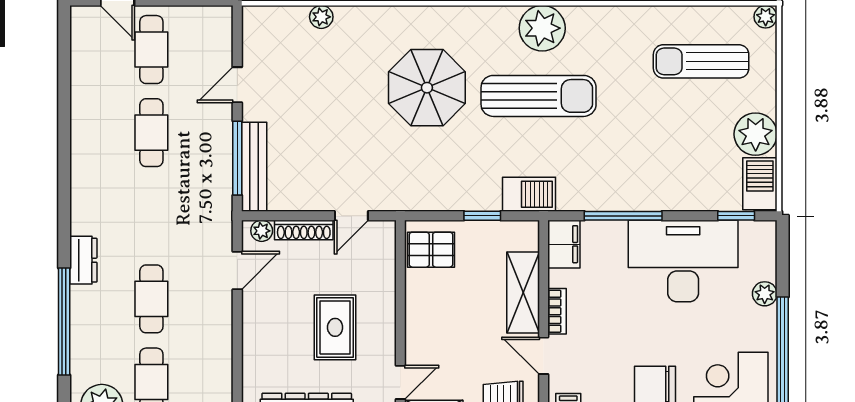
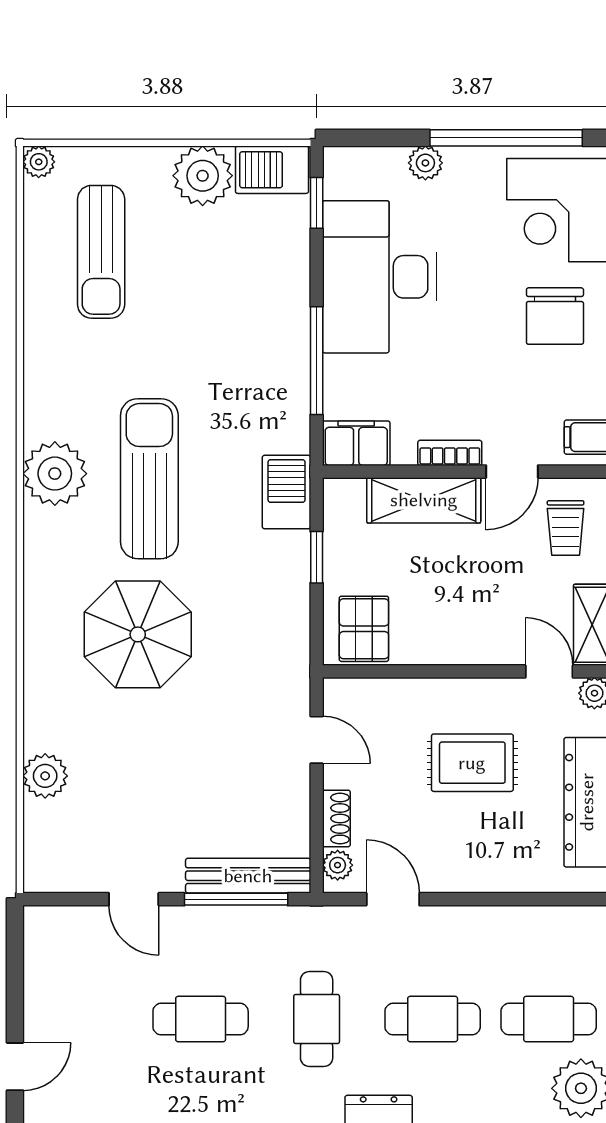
plant: (321, 17) -> (45, 776), width x1.38, depth x1.38
cafe table: (151, 50) -> (317, 1019), moved, turned 90
shoe rack: (304, 230) -> (336, 818), width x0.70

